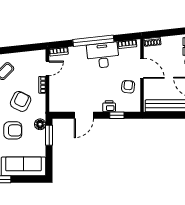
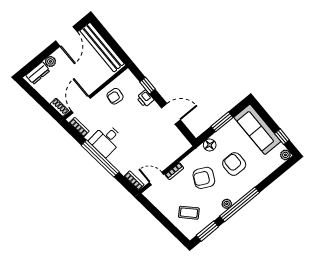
desk: (103, 55) -> (106, 140), width x0.73
door: (142, 68) -> (81, 104), moved
window: (49, 135) -> (222, 122), moved

